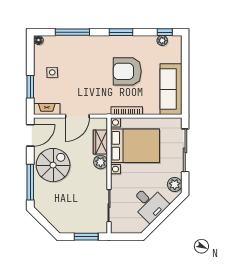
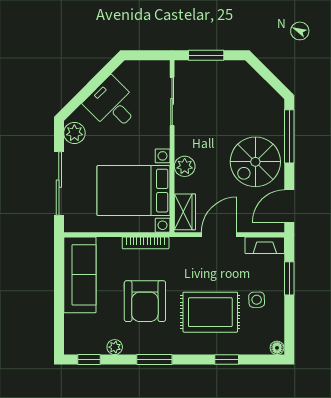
window: (72, 32) -> (227, 360), width x0.46
plant: (162, 41) -> (115, 347), moved
rug: (83, 64) -> (210, 312), added
armchair: (127, 71) -> (145, 301), turned 90
wardrobe: (100, 142) -> (185, 212), moved

